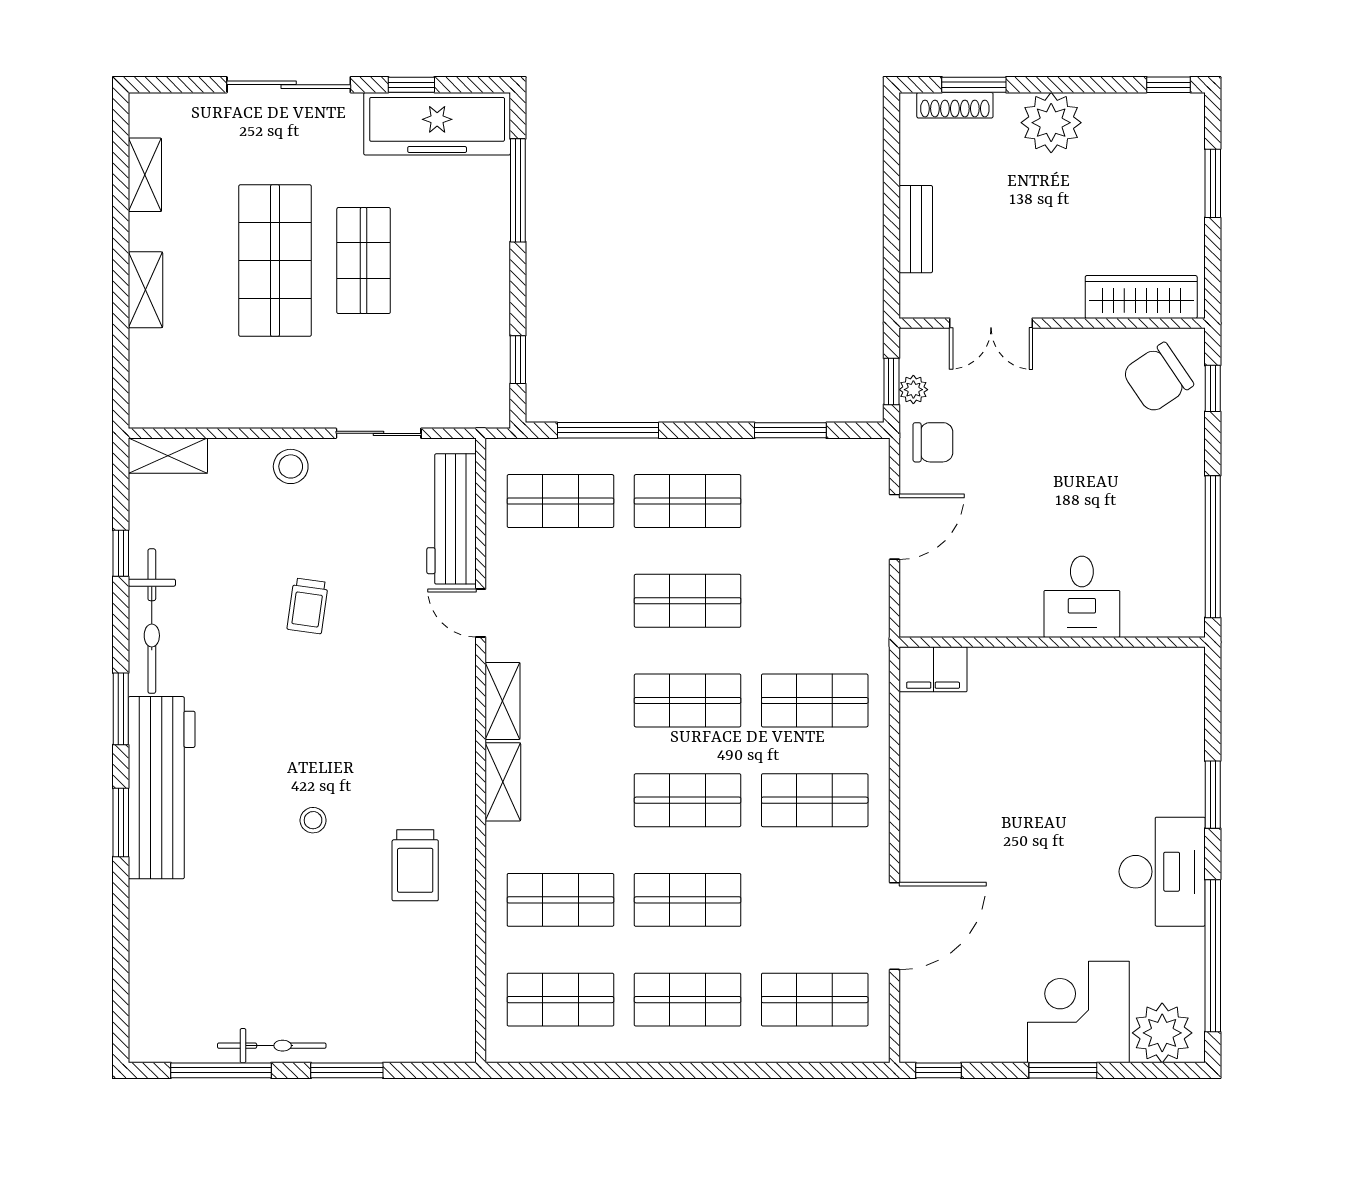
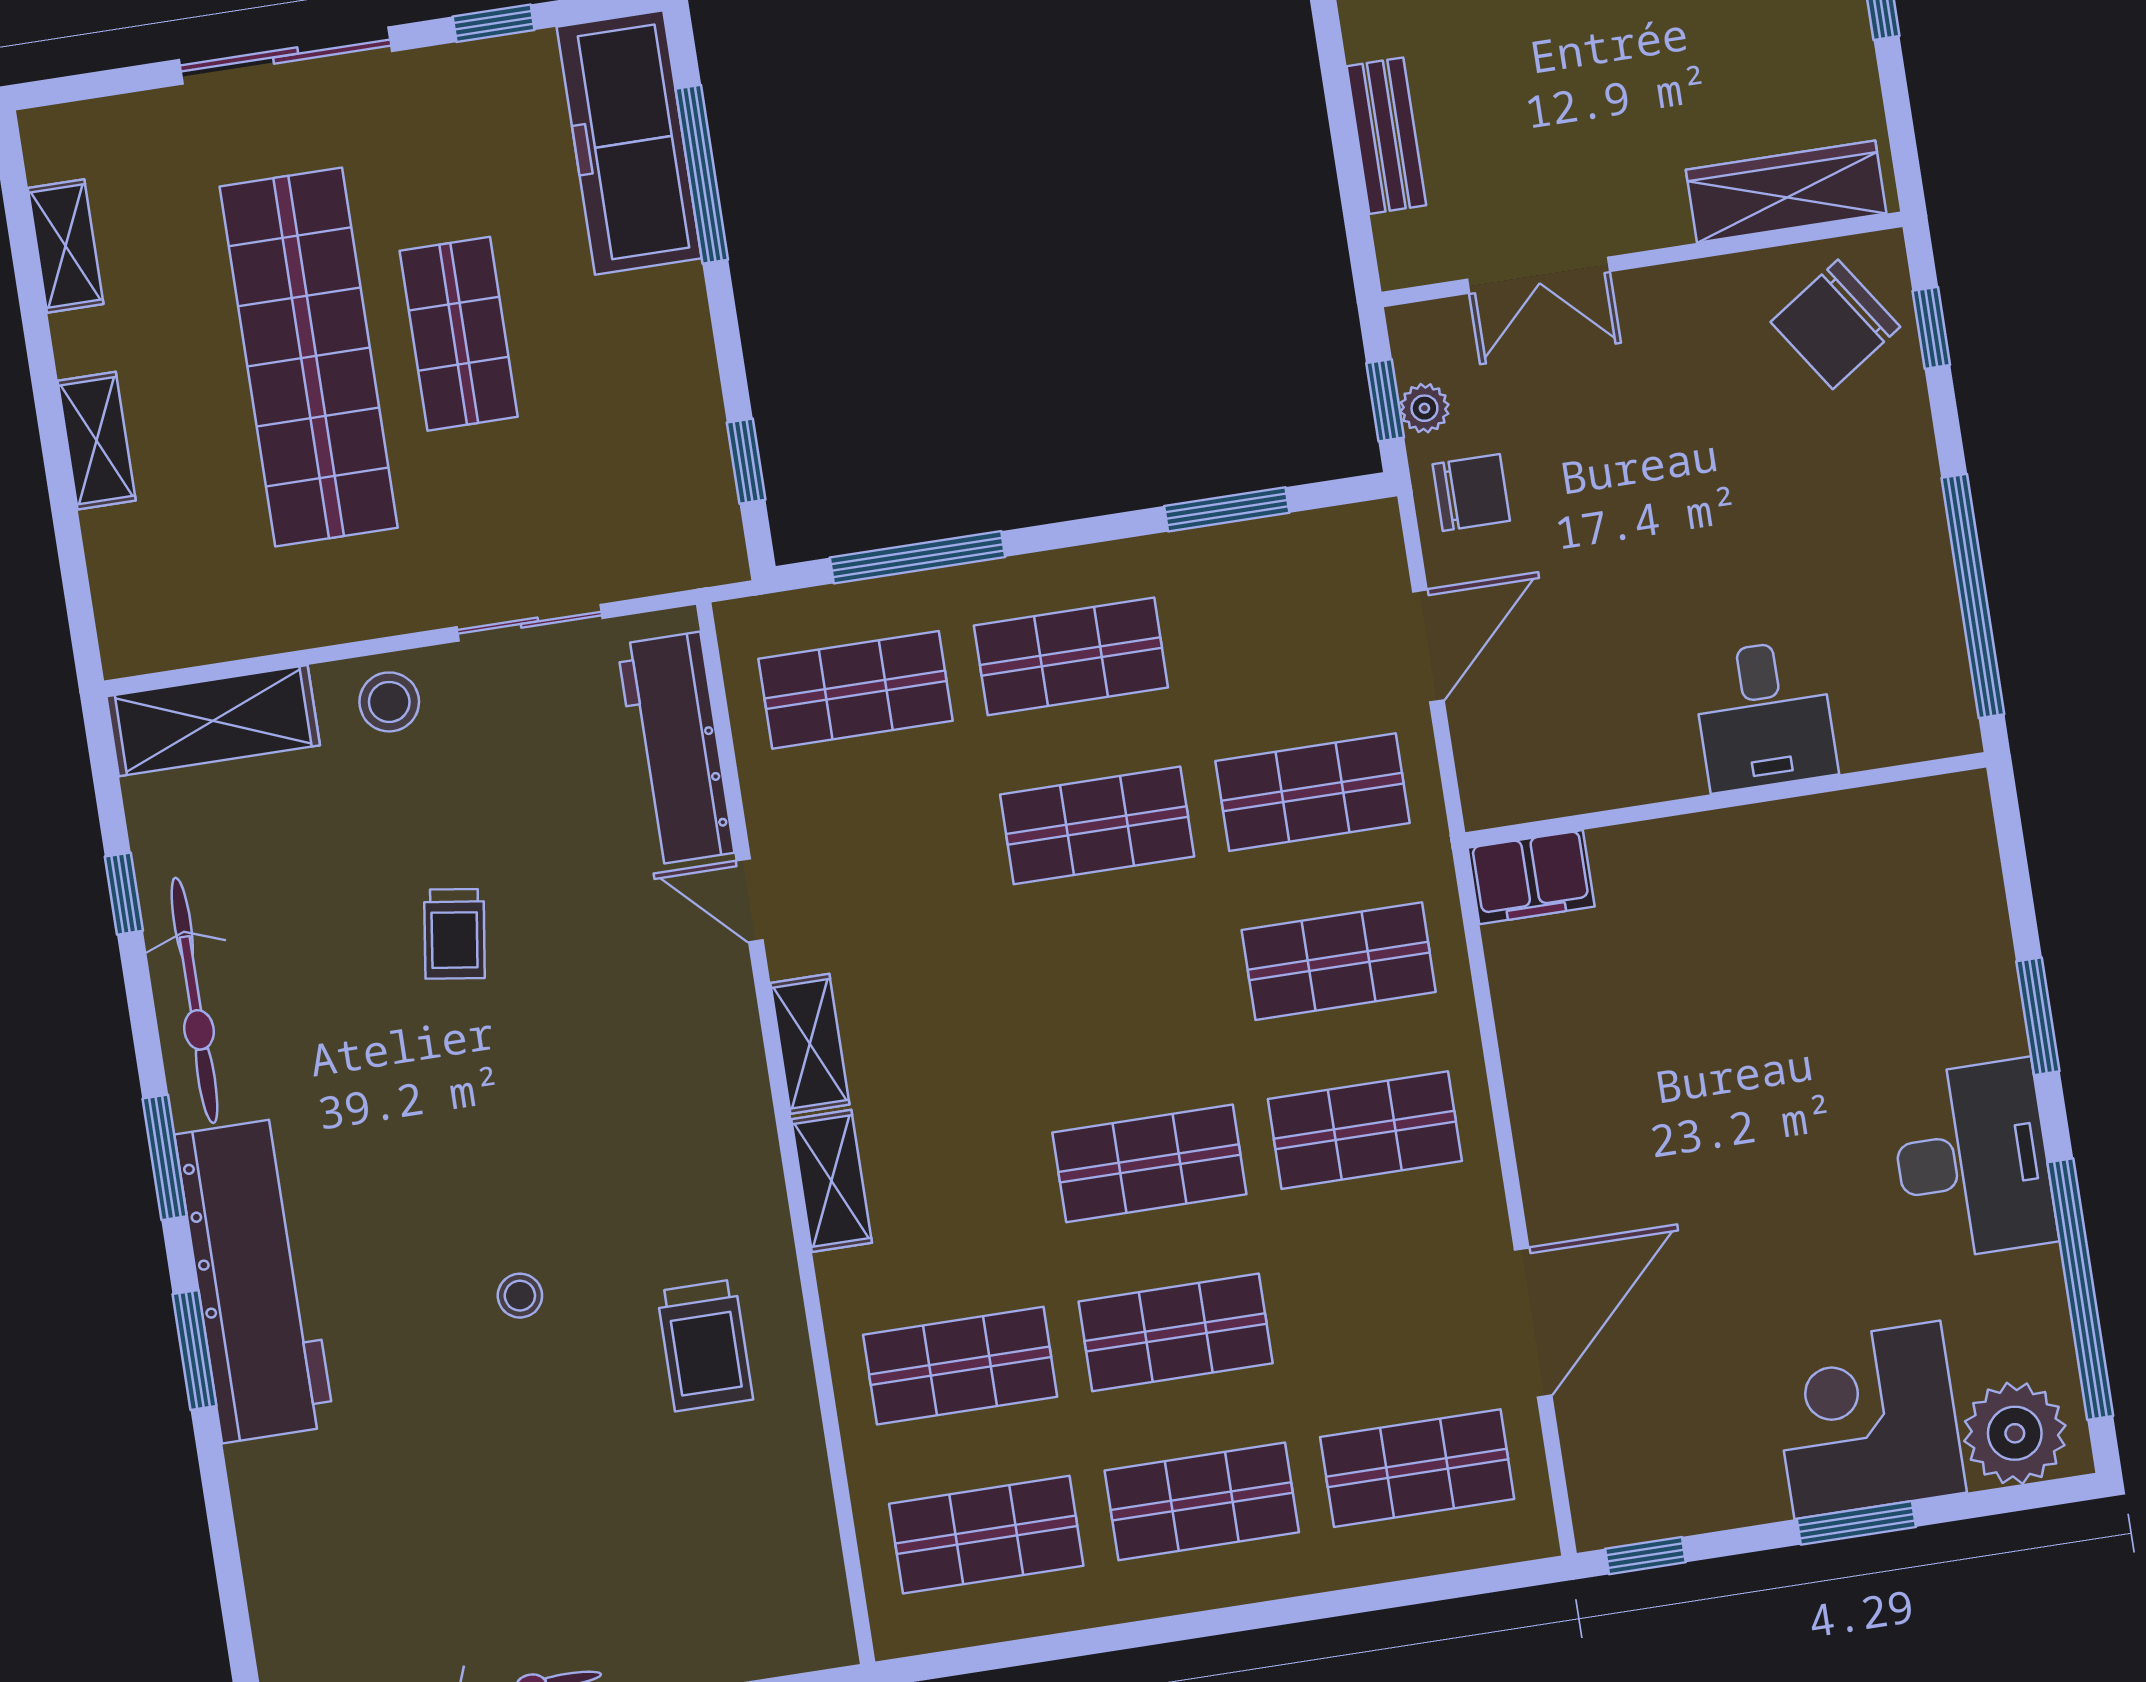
freezer: (437, 124) -> (629, 143), moved, turned 90
shop shelf: (275, 261) -> (309, 357), width x1.40
shelving: (168, 456) -> (213, 721), width x1.50, depth x1.33
shop shelf: (688, 700) -> (1313, 792), moved

